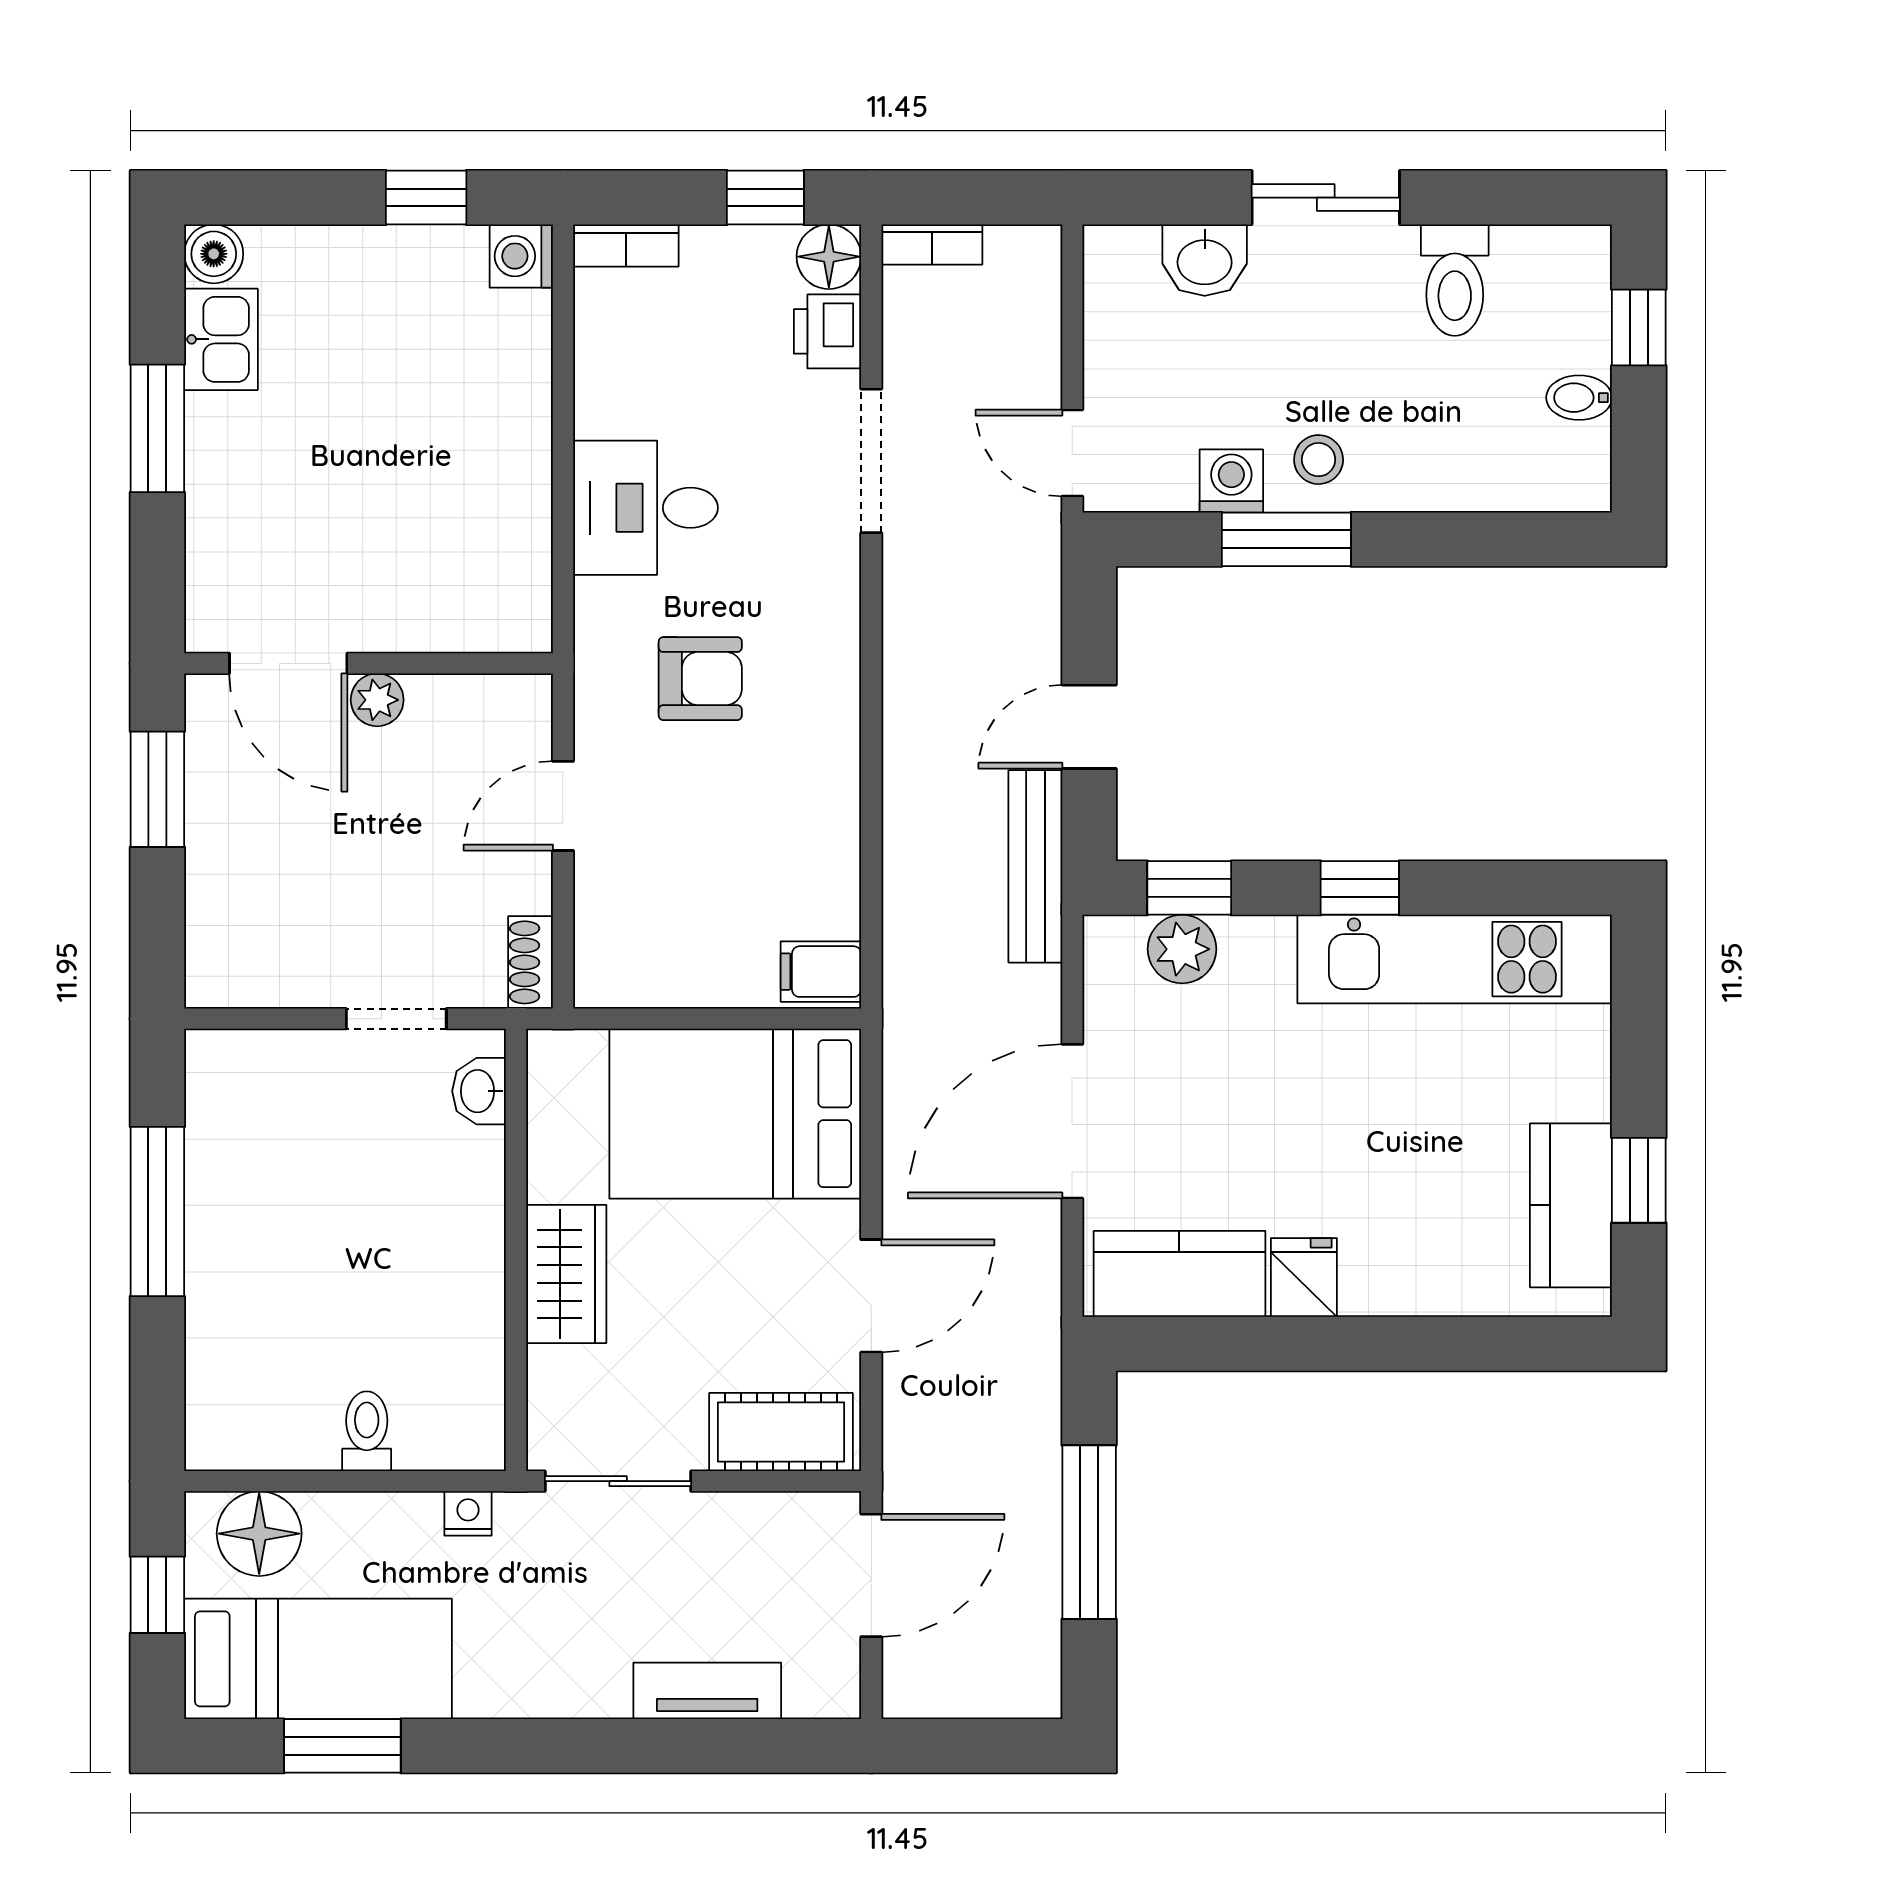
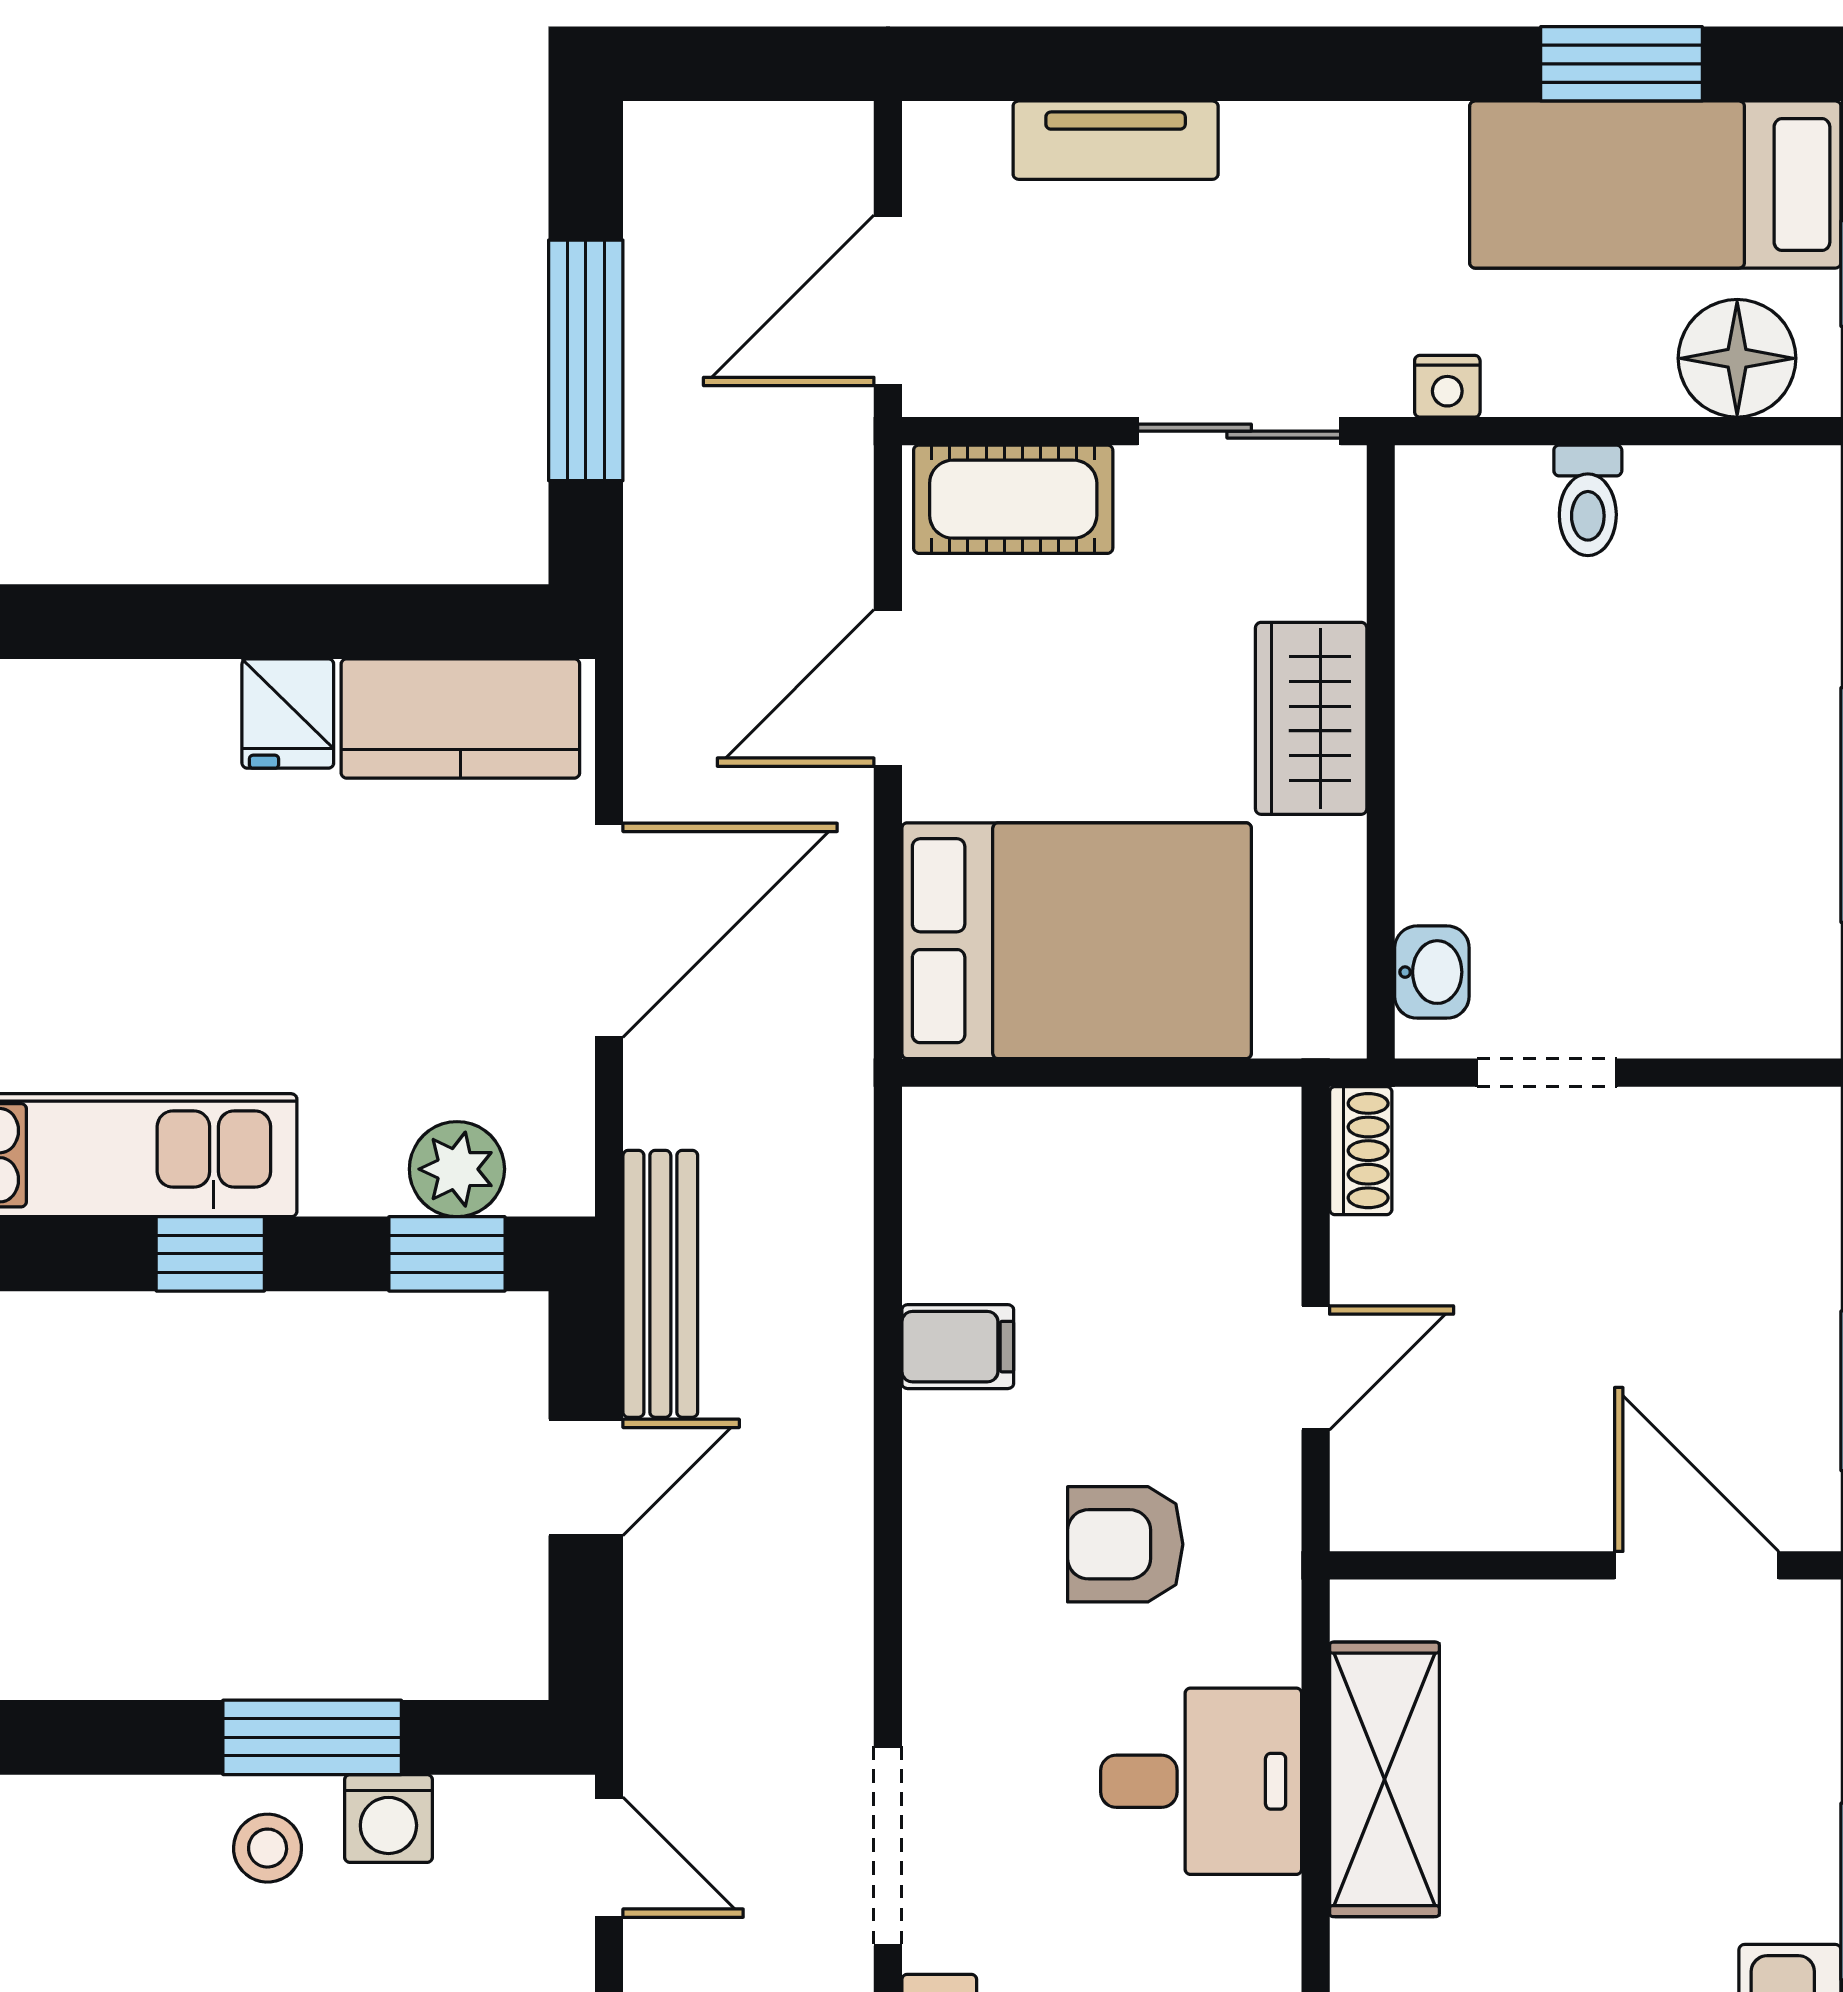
shelving: (513, 509) -> (1384, 1779), added
plant: (377, 700) -> (1573, 1515), removed
filing cabinet: (821, 972) -> (958, 1347), moved

